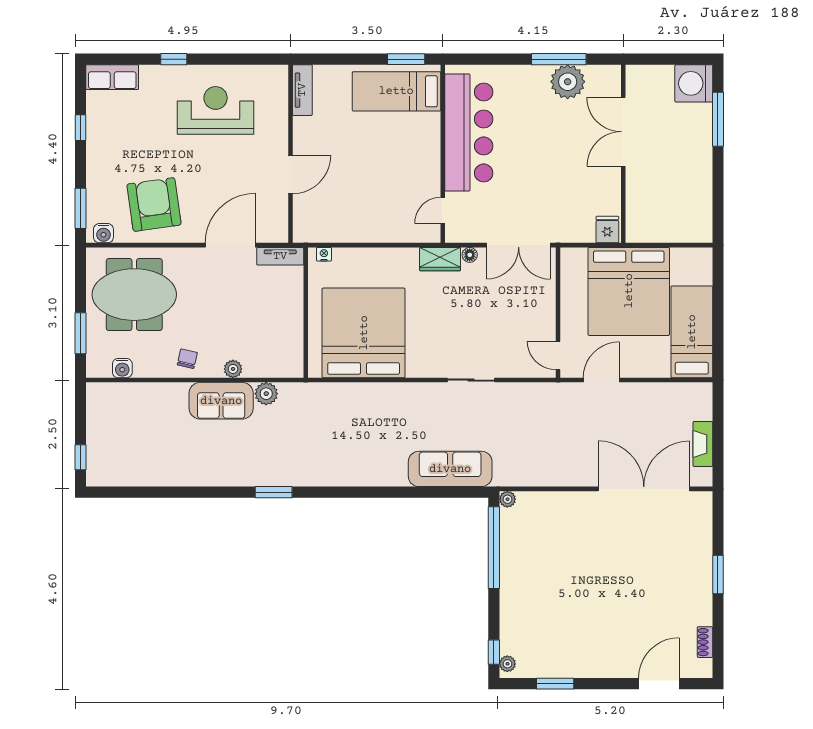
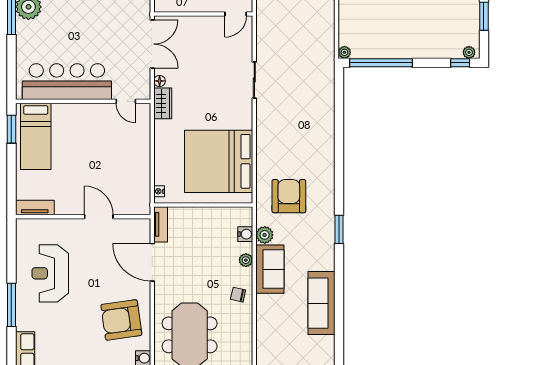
window: (174, 59) -> (11, 305), width x2.17
water cooler: (122, 368) -> (245, 234), moved
armchair: (317, 426) -> (289, 196), added
sofa: (450, 469) -> (322, 303), moved

